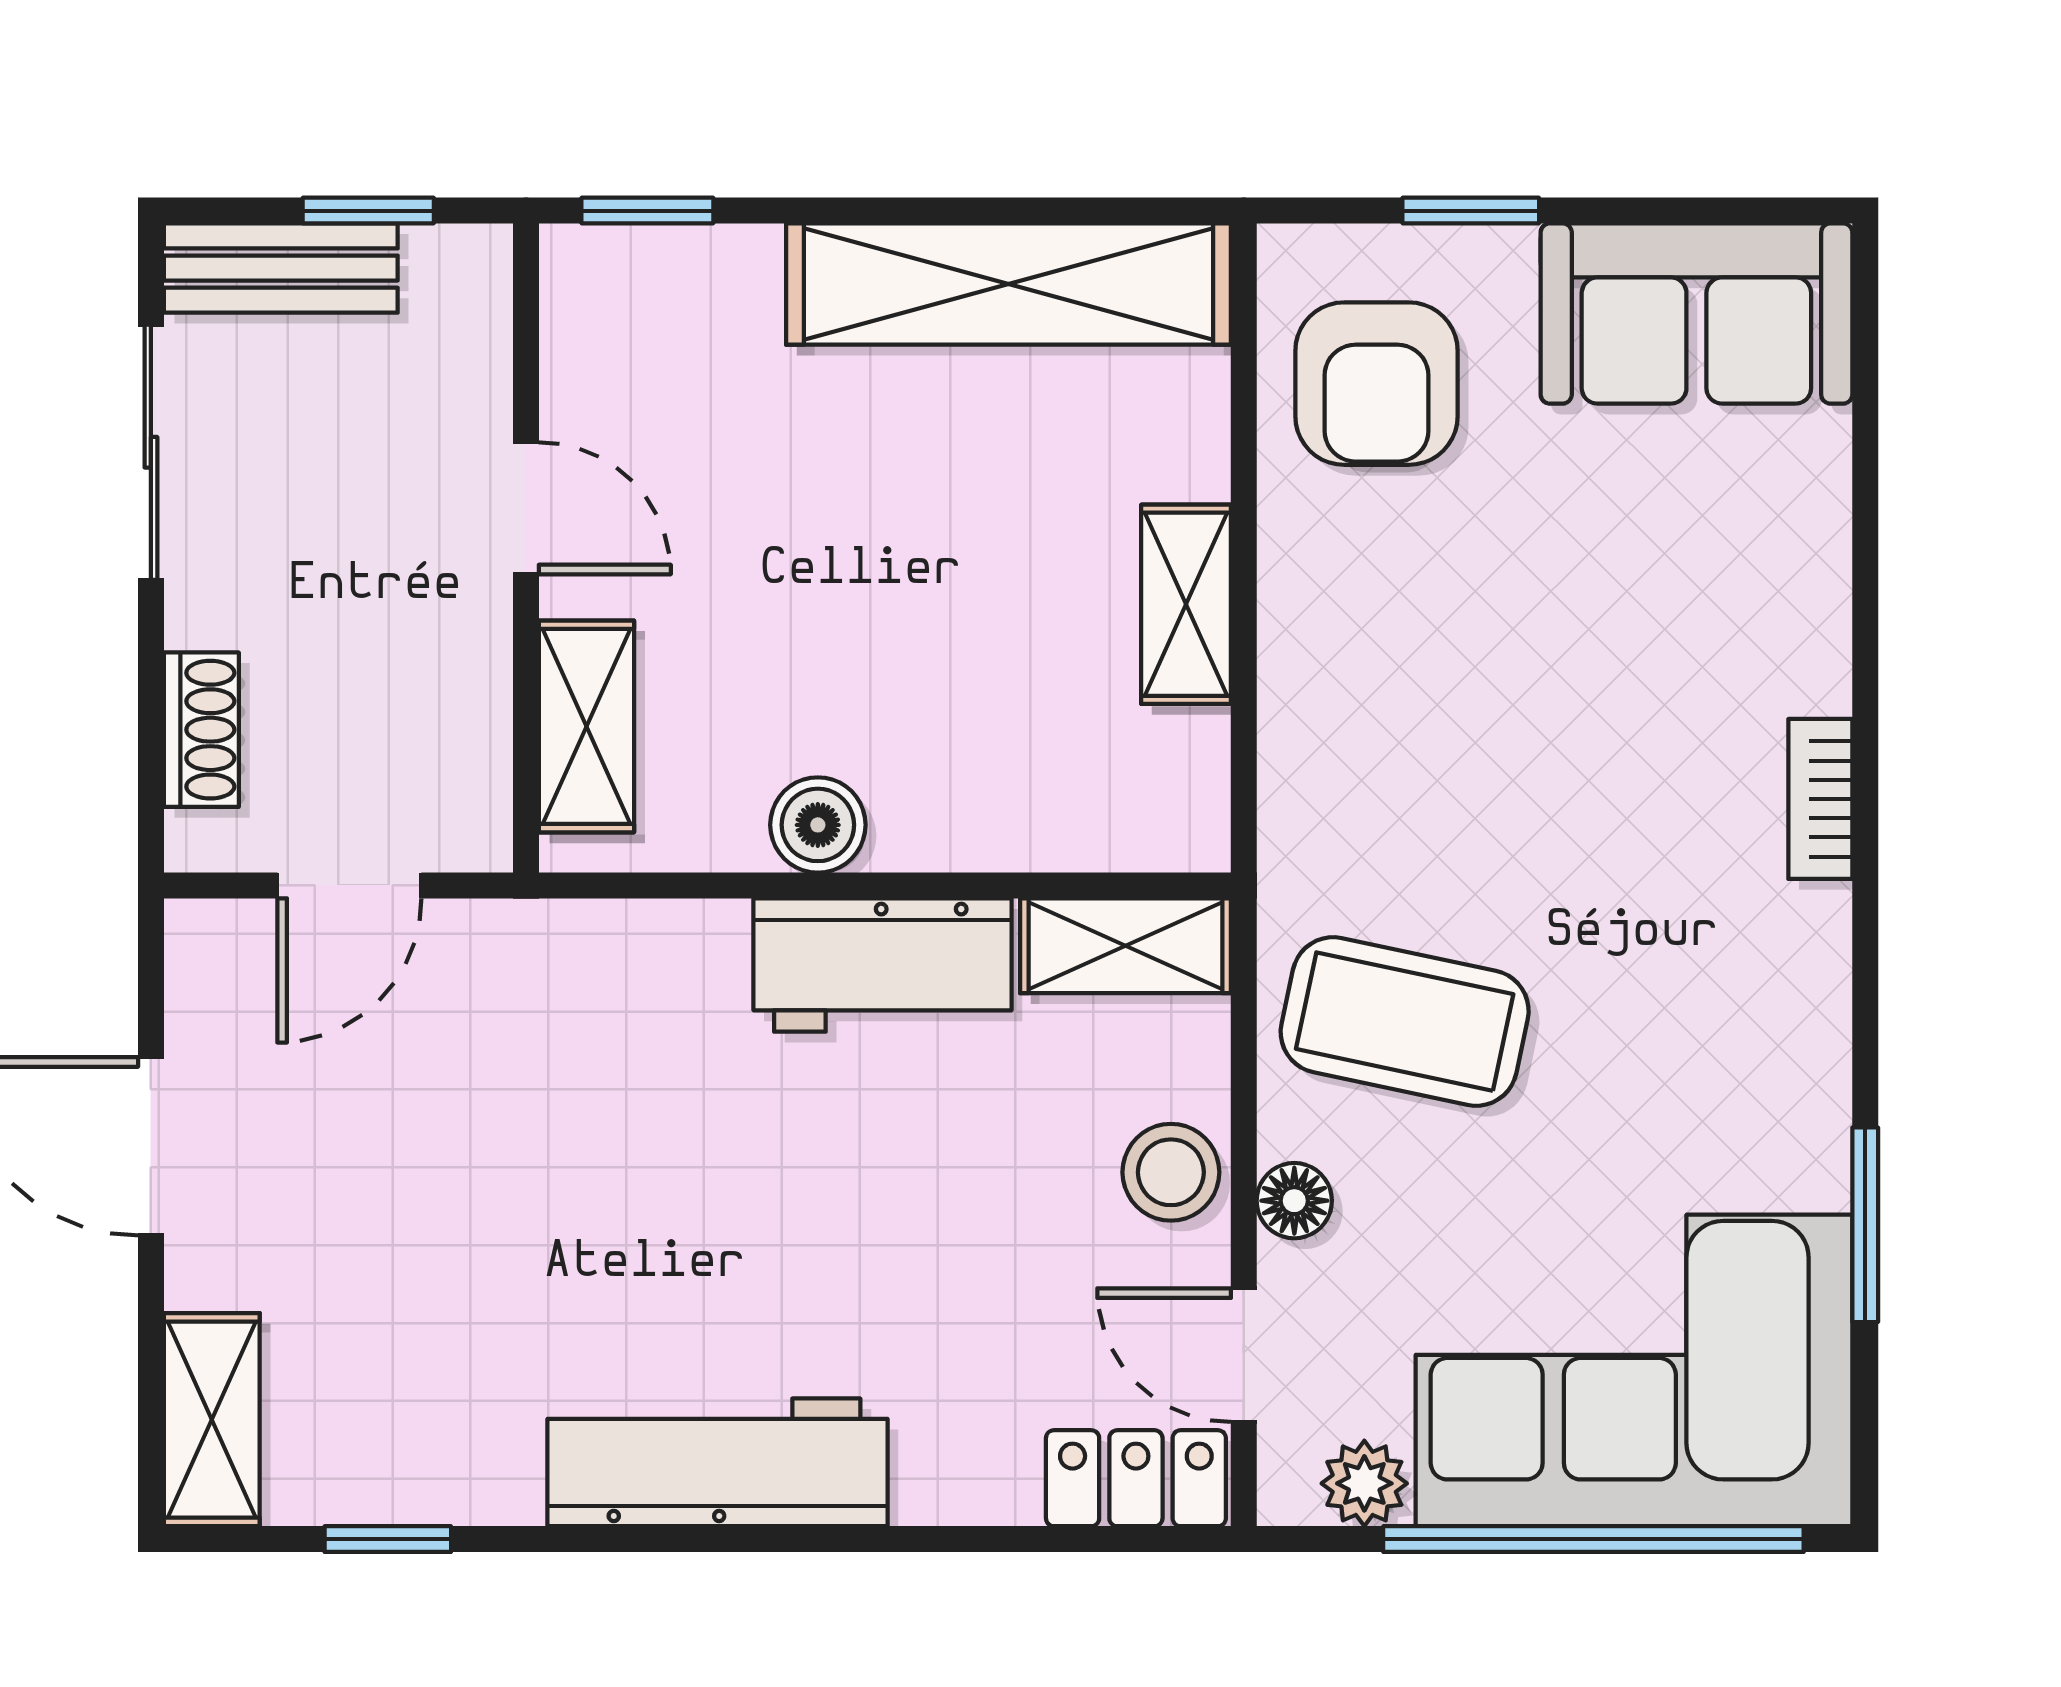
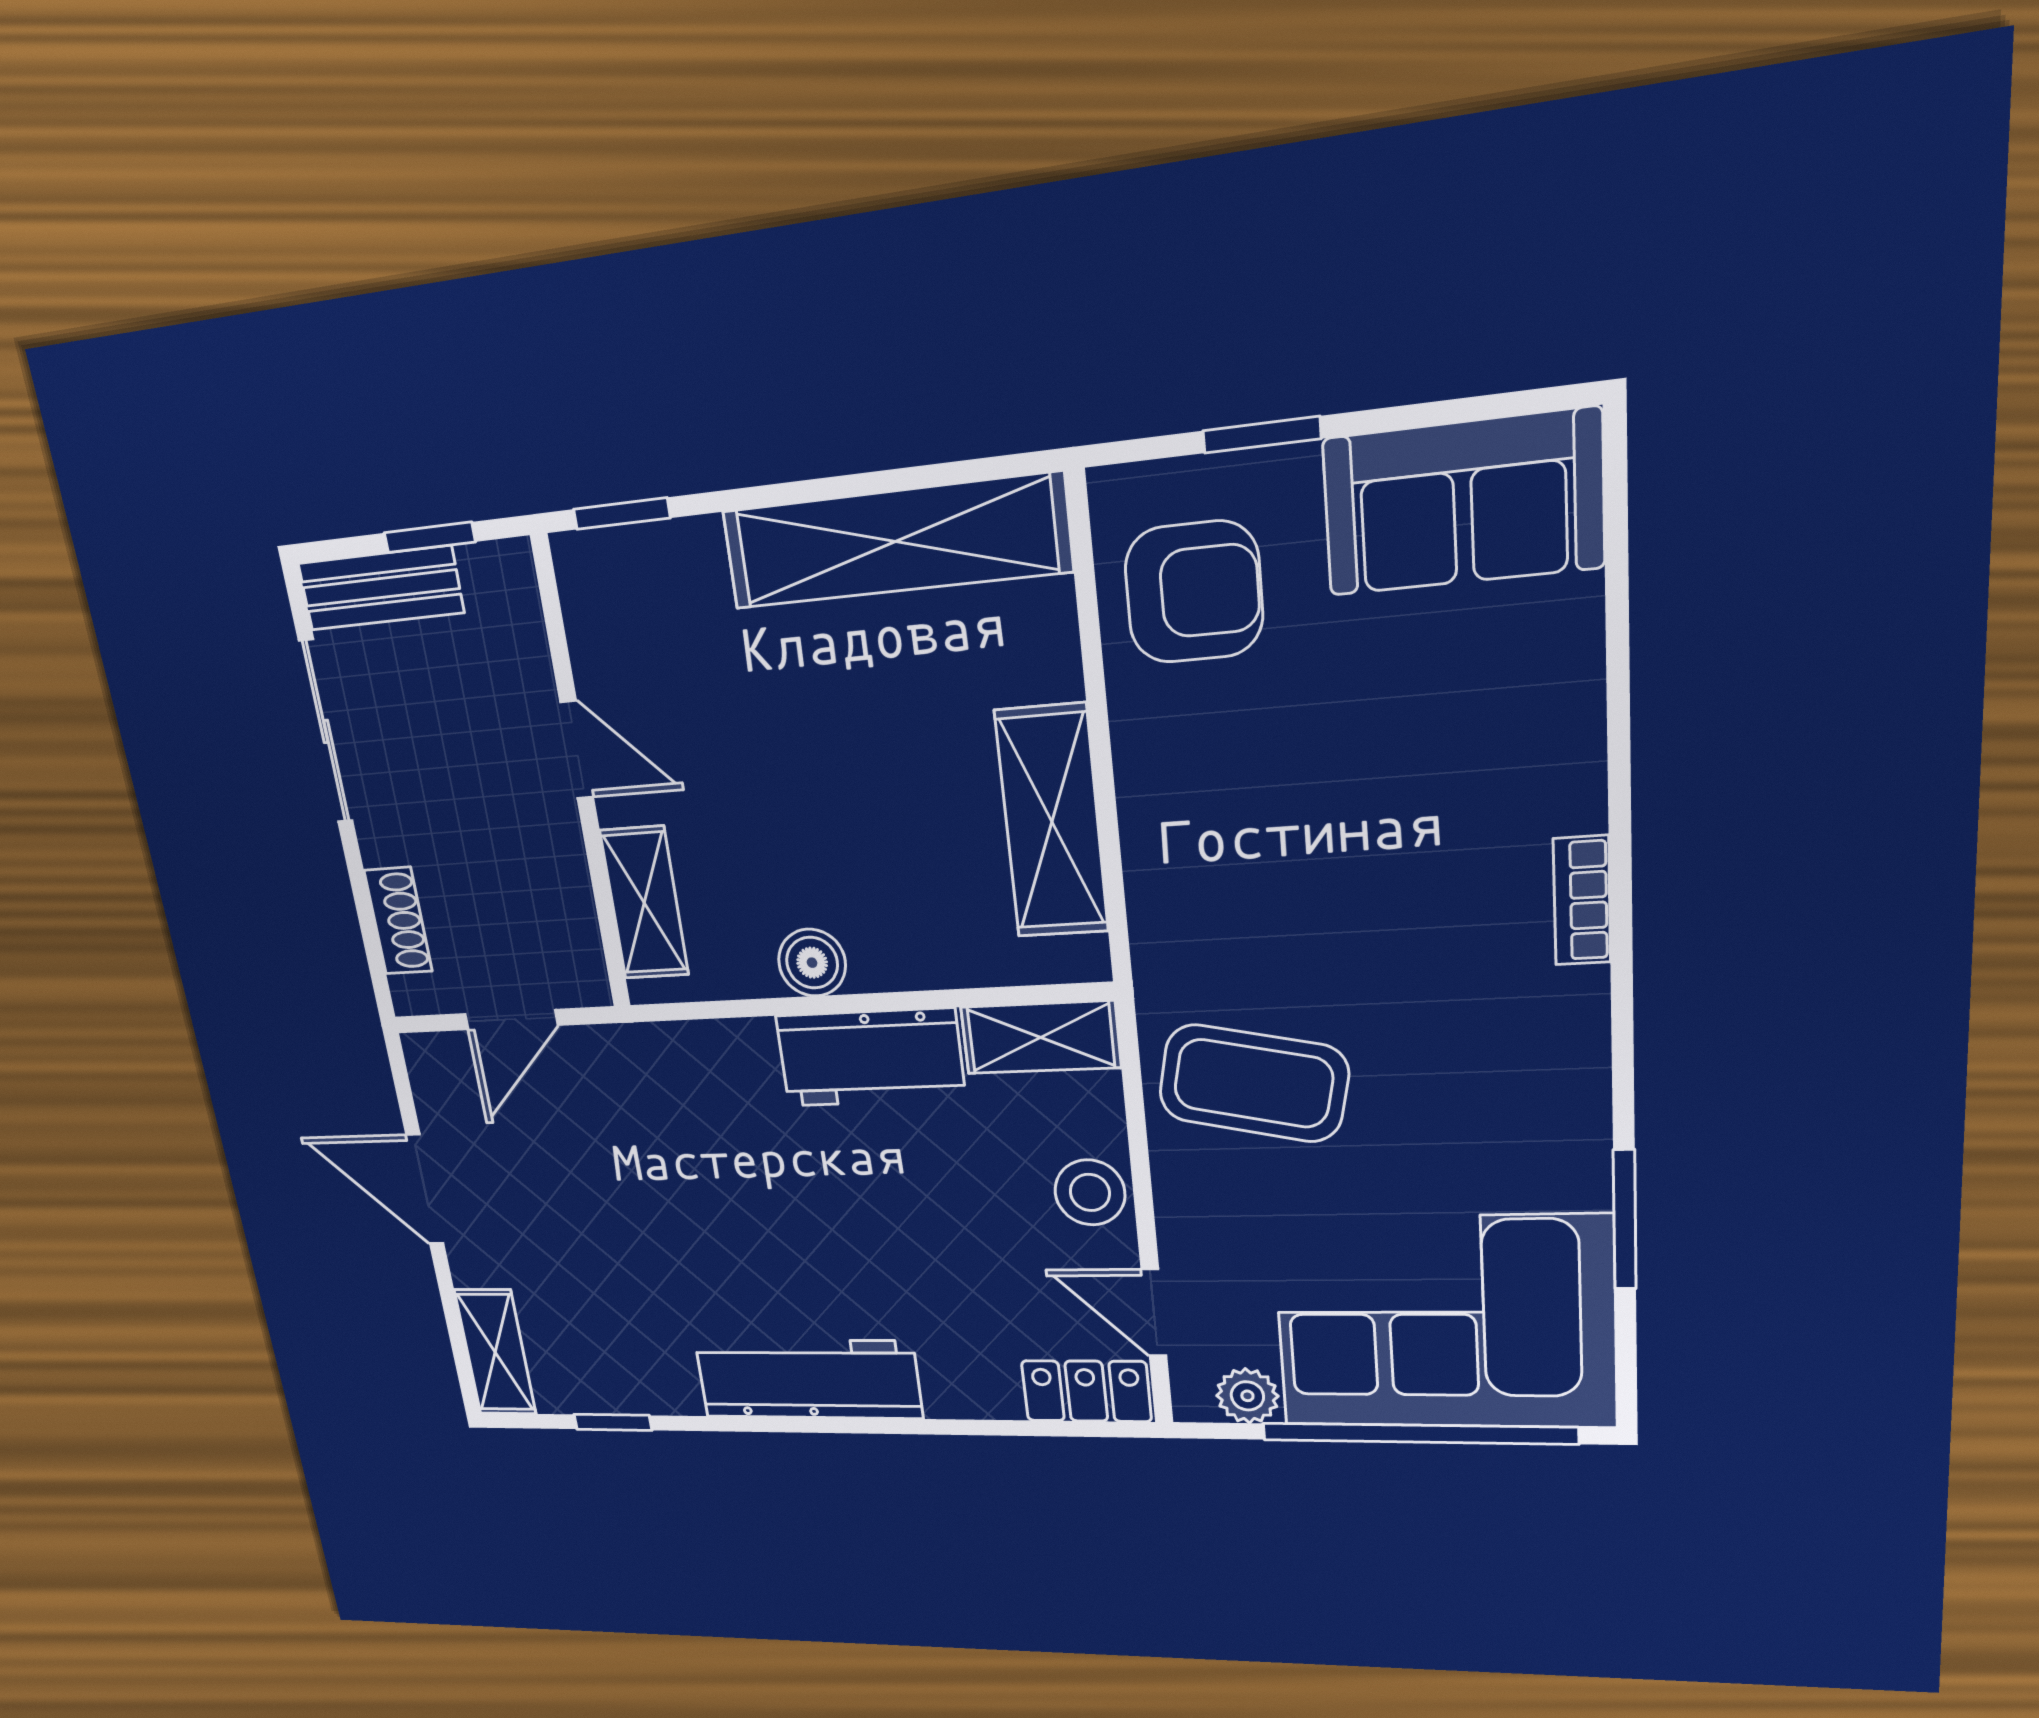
armchair: (1376, 384) -> (1194, 592), turned -90
shelving: (1186, 604) -> (1052, 822), width x1.50, depth x1.33
floor lamp: (1294, 1201) -> (1181, 1210), removed

